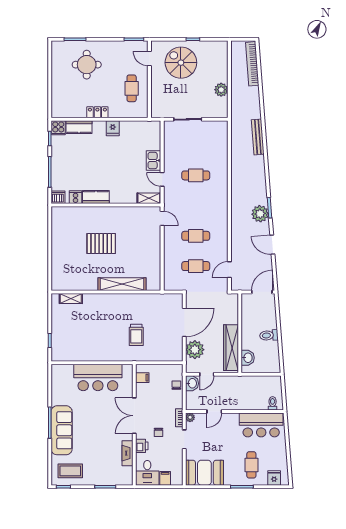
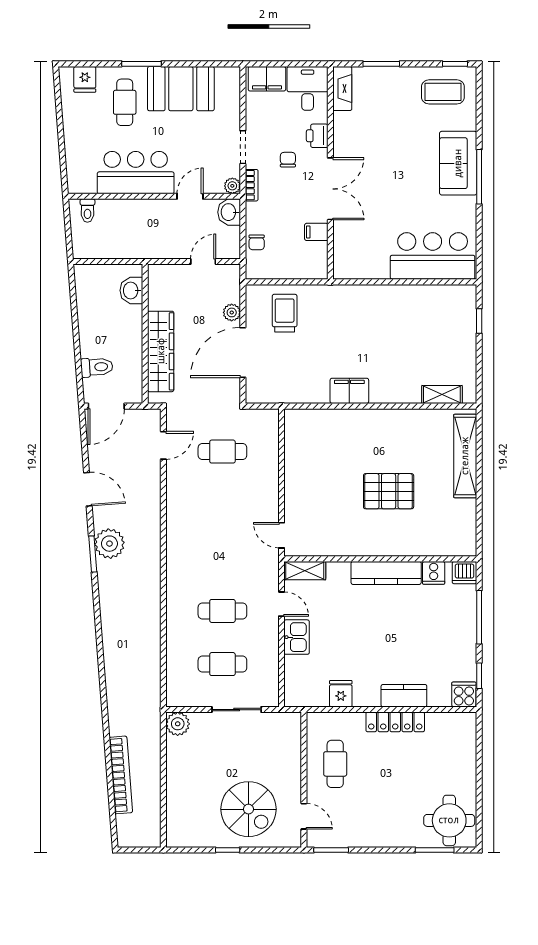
bookcase: (252, 64) -> (121, 775), moved
round table: (87, 65) -> (449, 820), moved
plant: (221, 90) -> (178, 724), moved
locker: (97, 112) -> (395, 722), width x1.53
kitchen counter: (79, 127) -> (404, 696), moved
fridge: (113, 128) -> (341, 694), moved
bench: (258, 137) -> (113, 678), removed
kitchen counter: (96, 197) -> (386, 573), width x1.50
cafe table: (196, 236) -> (222, 664), moved
shelving: (122, 284) -> (465, 456), moved, turned 90
filing cabinet: (123, 301) -> (349, 391), added
trolley: (136, 335) -> (285, 313), moved
toilet: (269, 335) -> (97, 367), moved
wardrobe: (231, 348) -> (161, 351), moved
plant: (195, 350) -> (232, 312), width x0.53, depth x0.53
bar counter: (98, 377) -> (433, 256), moved
filing cabinet: (142, 378) -> (316, 232), moved
washbasin: (192, 383) -> (229, 212), moved
bar counter: (261, 425) -> (136, 173), moved
sofa: (62, 430) -> (458, 163), width x0.73
fireplace: (128, 453) -> (342, 88), moved
booth: (204, 473) -> (181, 89), moved
filing cabinet: (165, 478) -> (267, 79), width x2.00

